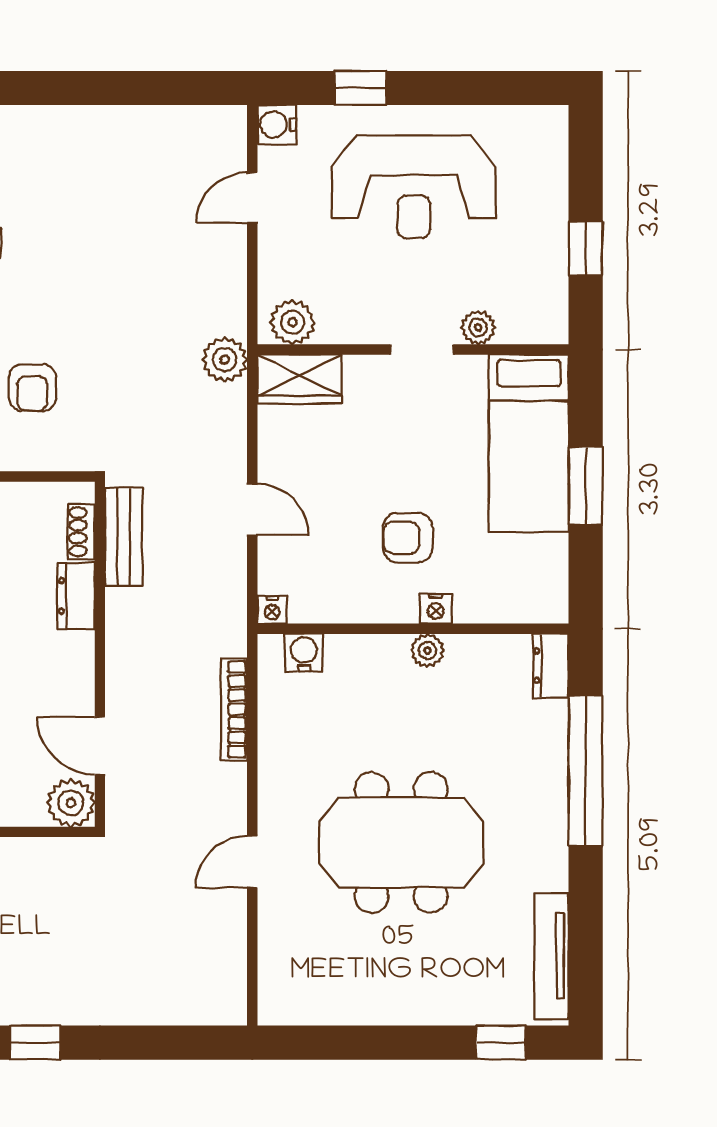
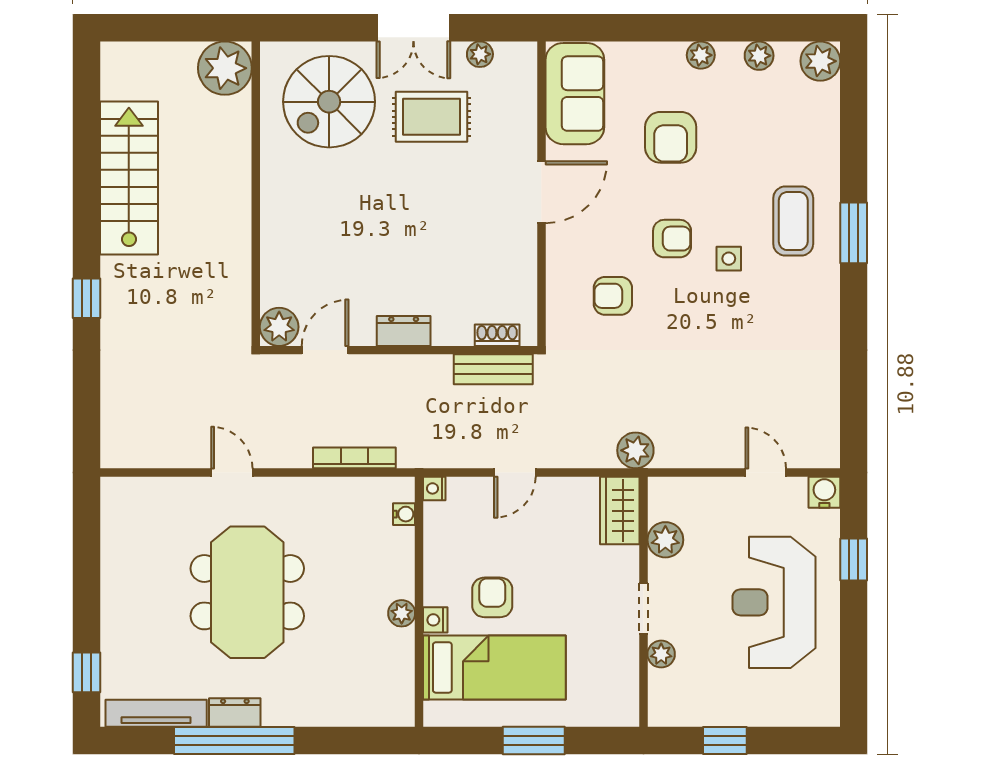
plant: (292, 322) -> (665, 540), moved
bed: (529, 443) -> (494, 667), moved, turned 180
dresser: (76, 596) -> (404, 331), moved
water cooler: (304, 653) -> (404, 514), width x0.72, depth x0.72
dresser: (551, 666) -> (235, 712), moved
window: (586, 771) -> (234, 740), moved

